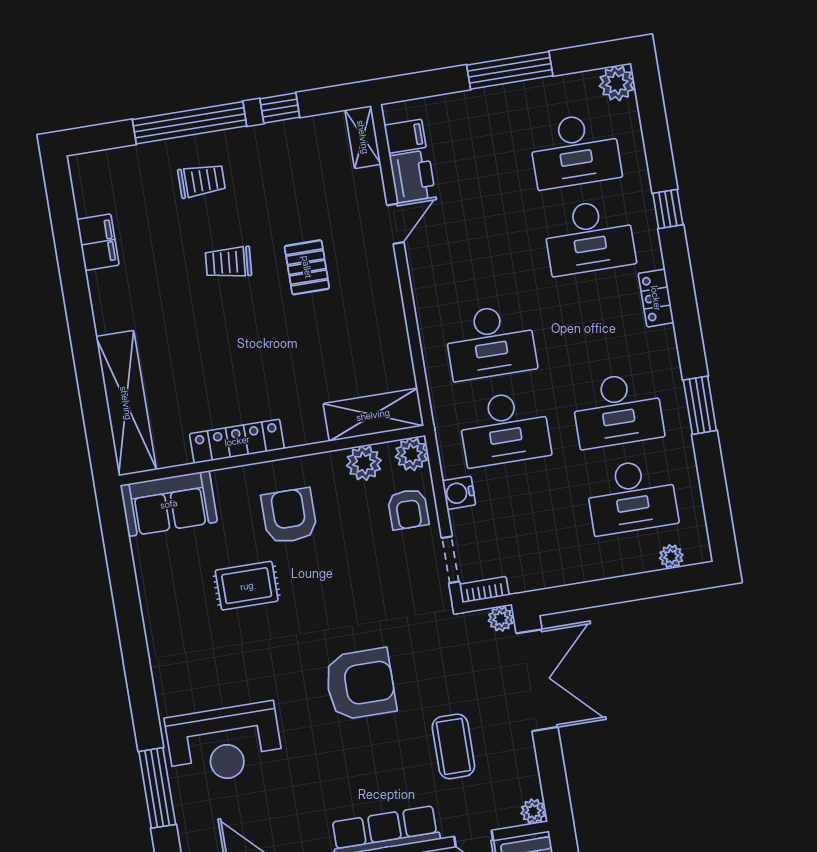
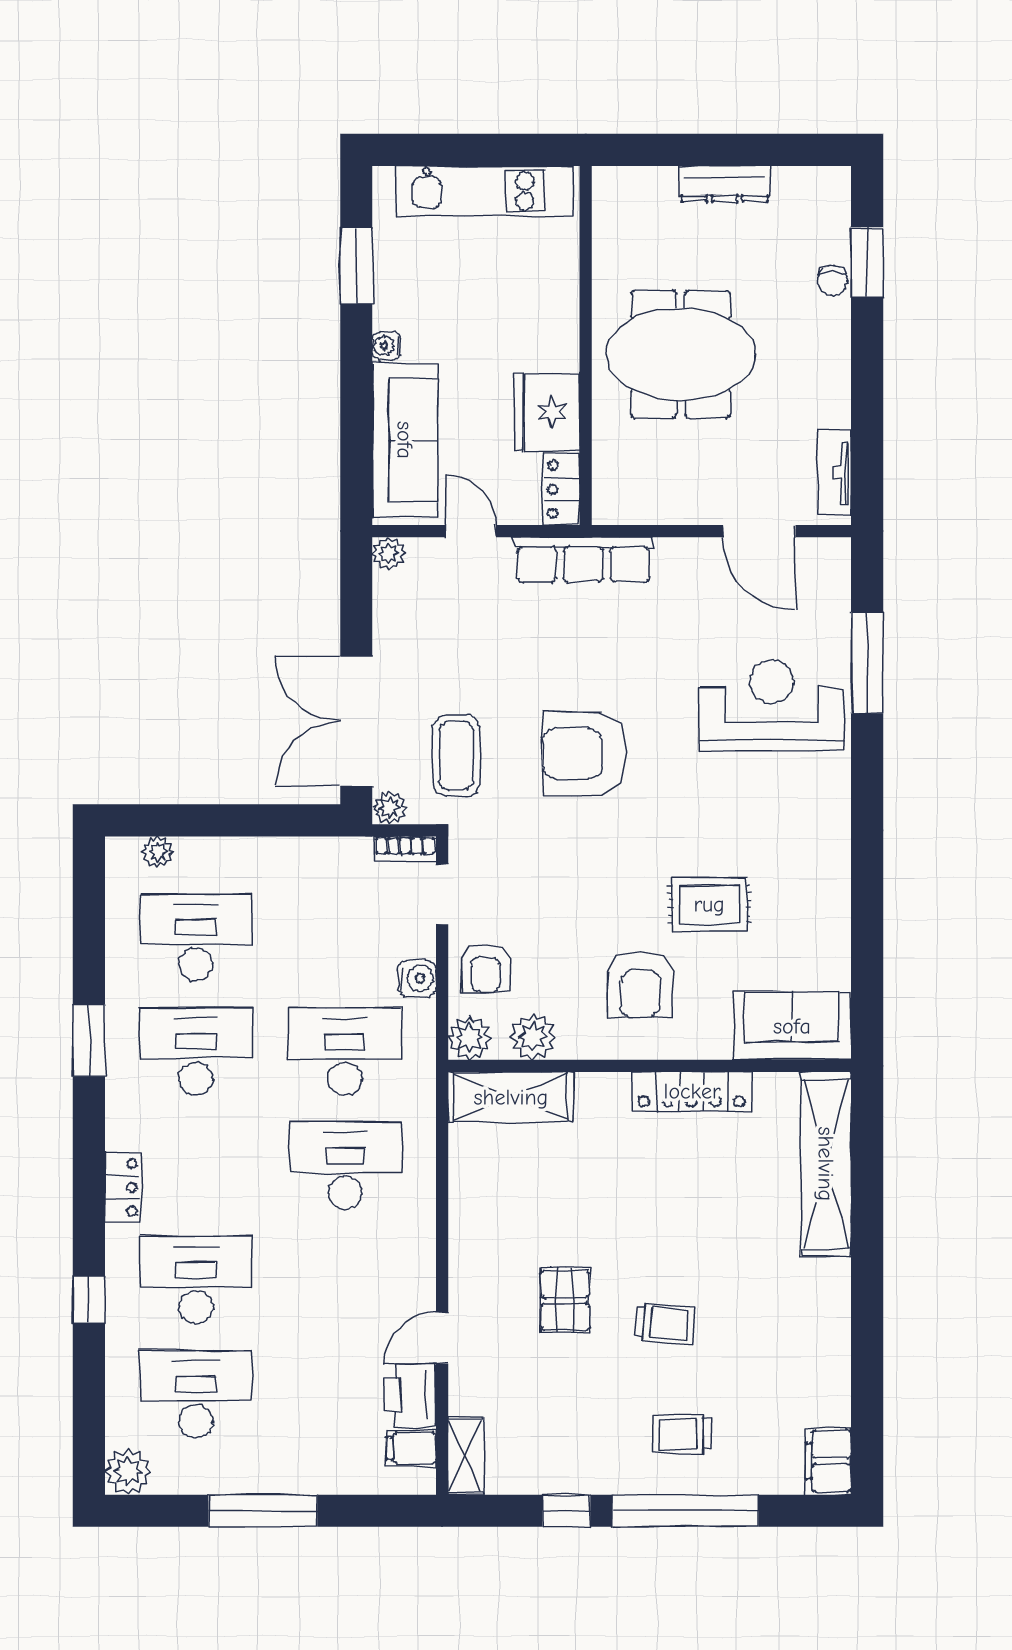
filing cabinet: (98, 242) -> (829, 1461), moved
armchair: (408, 509) -> (486, 968), turned 180
coffee table: (453, 746) -> (456, 756), moved

